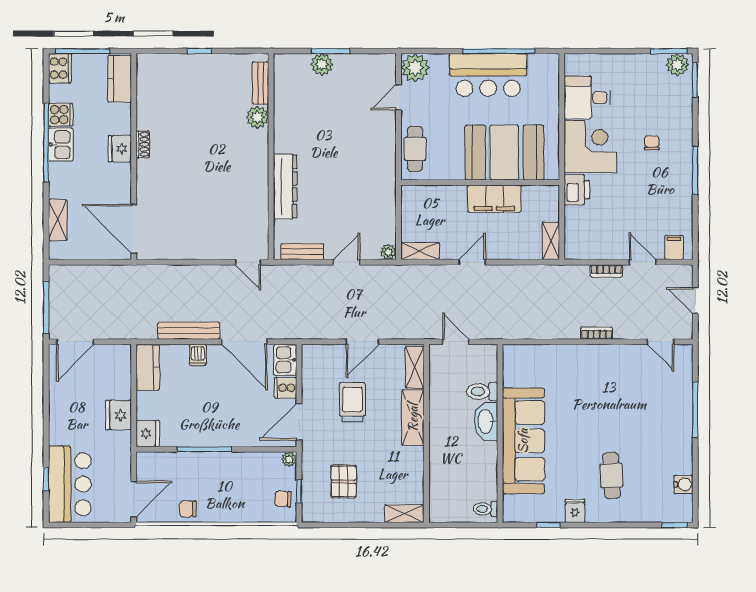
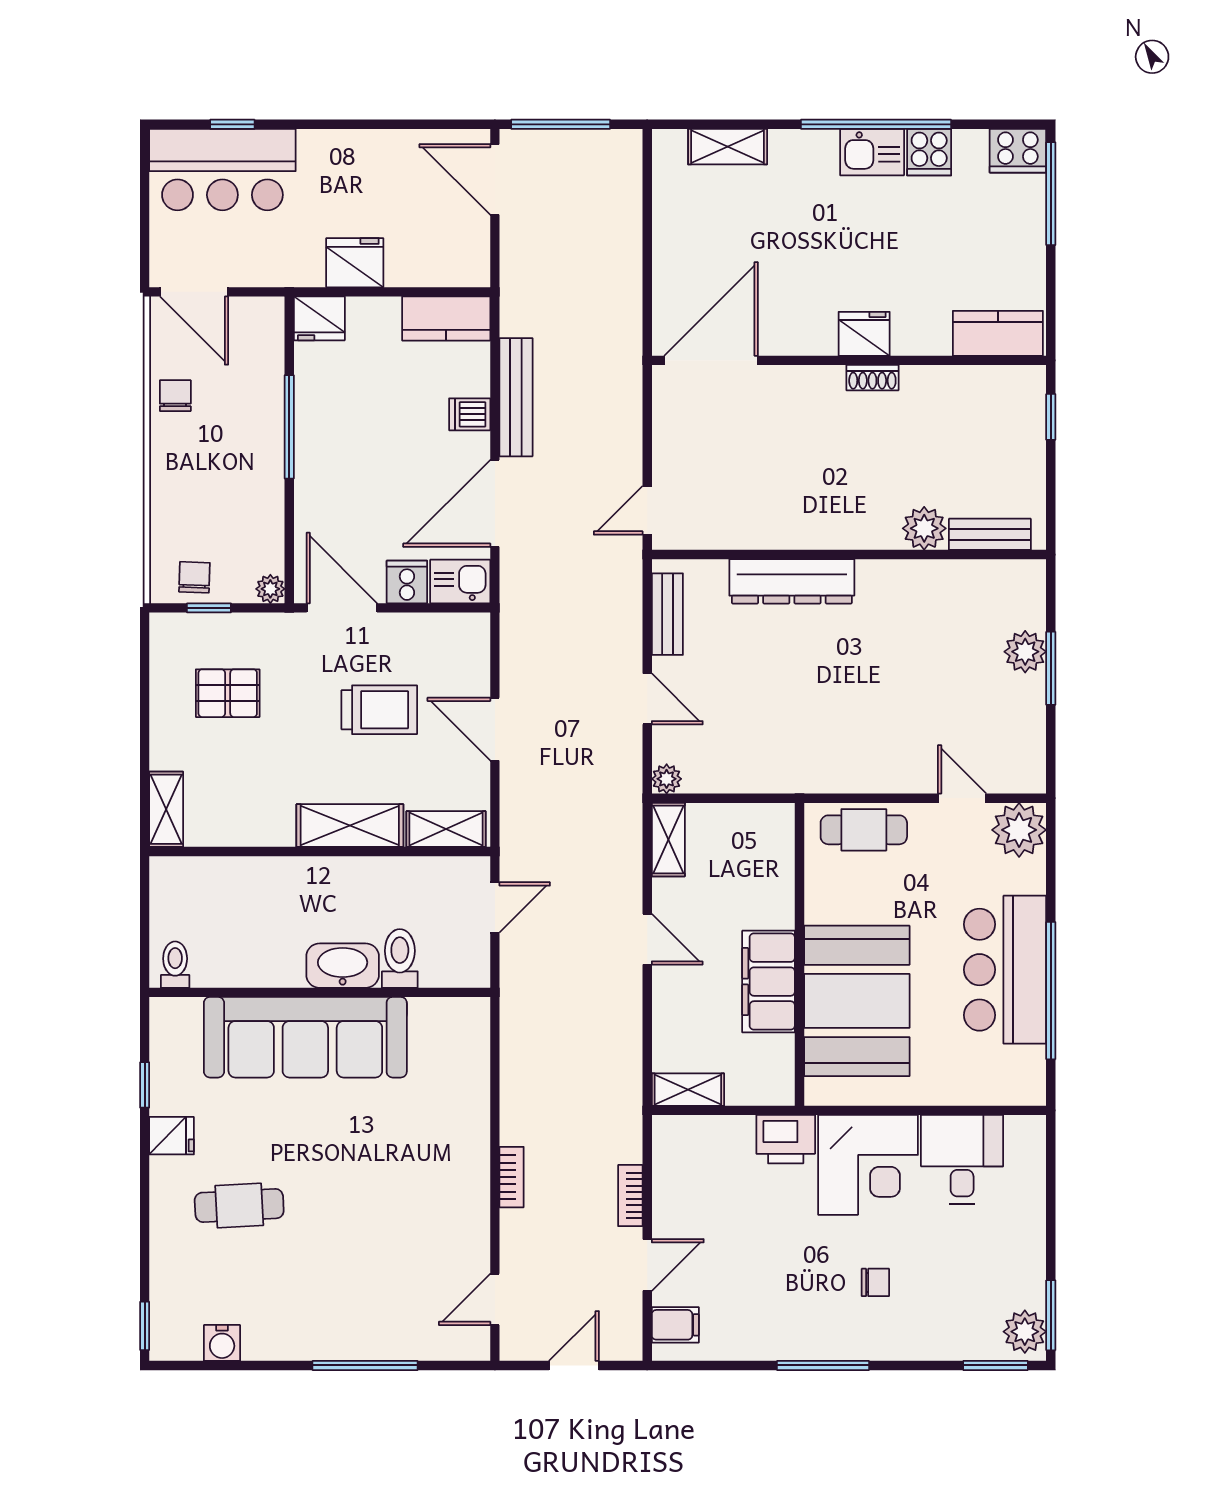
kitchen counter: (120, 79) -> (998, 333), moved
shoe rack: (143, 144) -> (872, 378), moved
fridge: (120, 149) -> (864, 334), moved
wall: (134, 157) -> (849, 360), moved
door: (134, 229) -> (711, 360), moved

